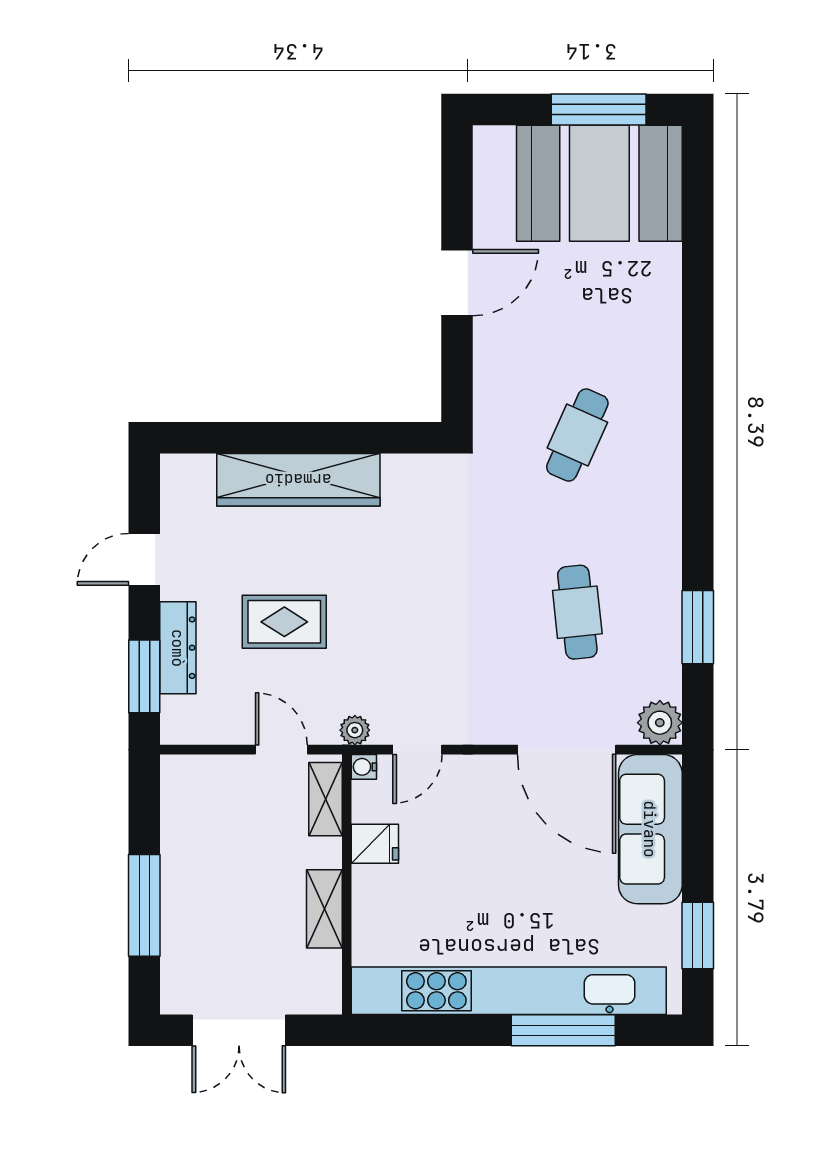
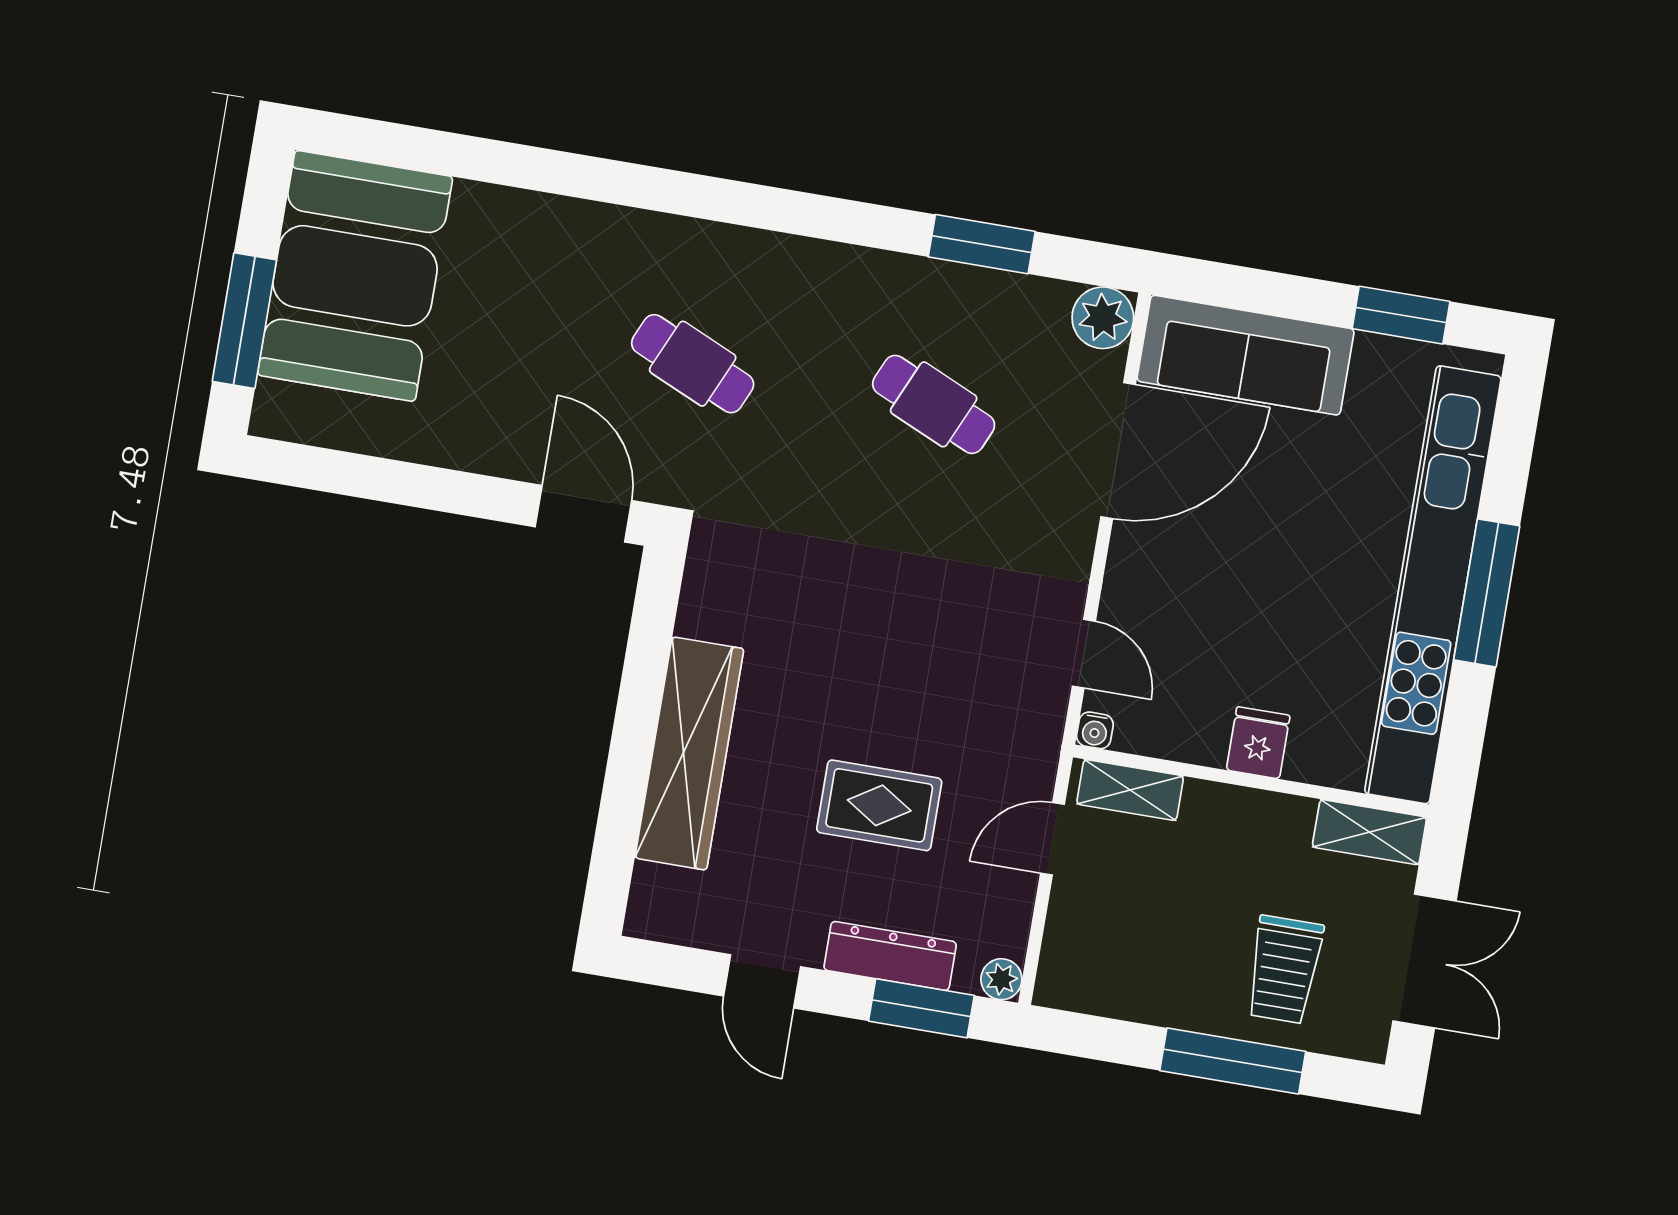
window: (599, 110) -> (244, 321), moved
door: (457, 283) -> (583, 514), moved
cafe table: (577, 612) -> (934, 404), turned 30
rug: (284, 622) -> (879, 805), turned 90
plant: (355, 730) -> (1001, 979), moved
fridge: (375, 844) -> (1258, 743), moved
shelving: (324, 909) -> (1369, 832), moved
trolley: (216, 931) -> (1284, 970), added
window: (563, 1030) -> (1487, 593), moved

